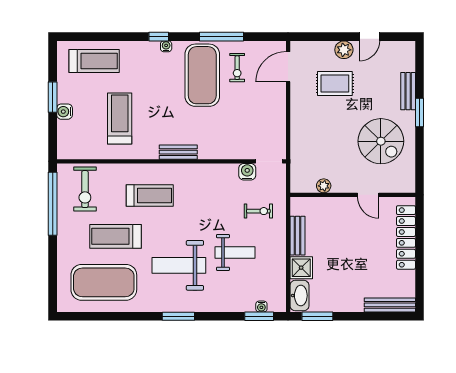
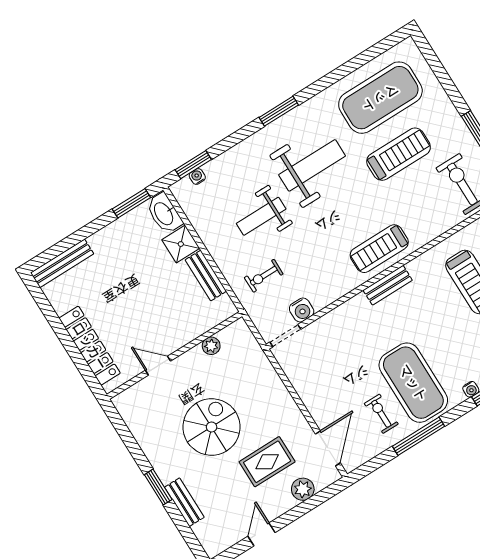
plant: (344, 50) -> (303, 489), moved
spiral stairs: (381, 141) -> (212, 427), moved, turned 90
treadmill: (150, 196) -> (379, 249), moved

